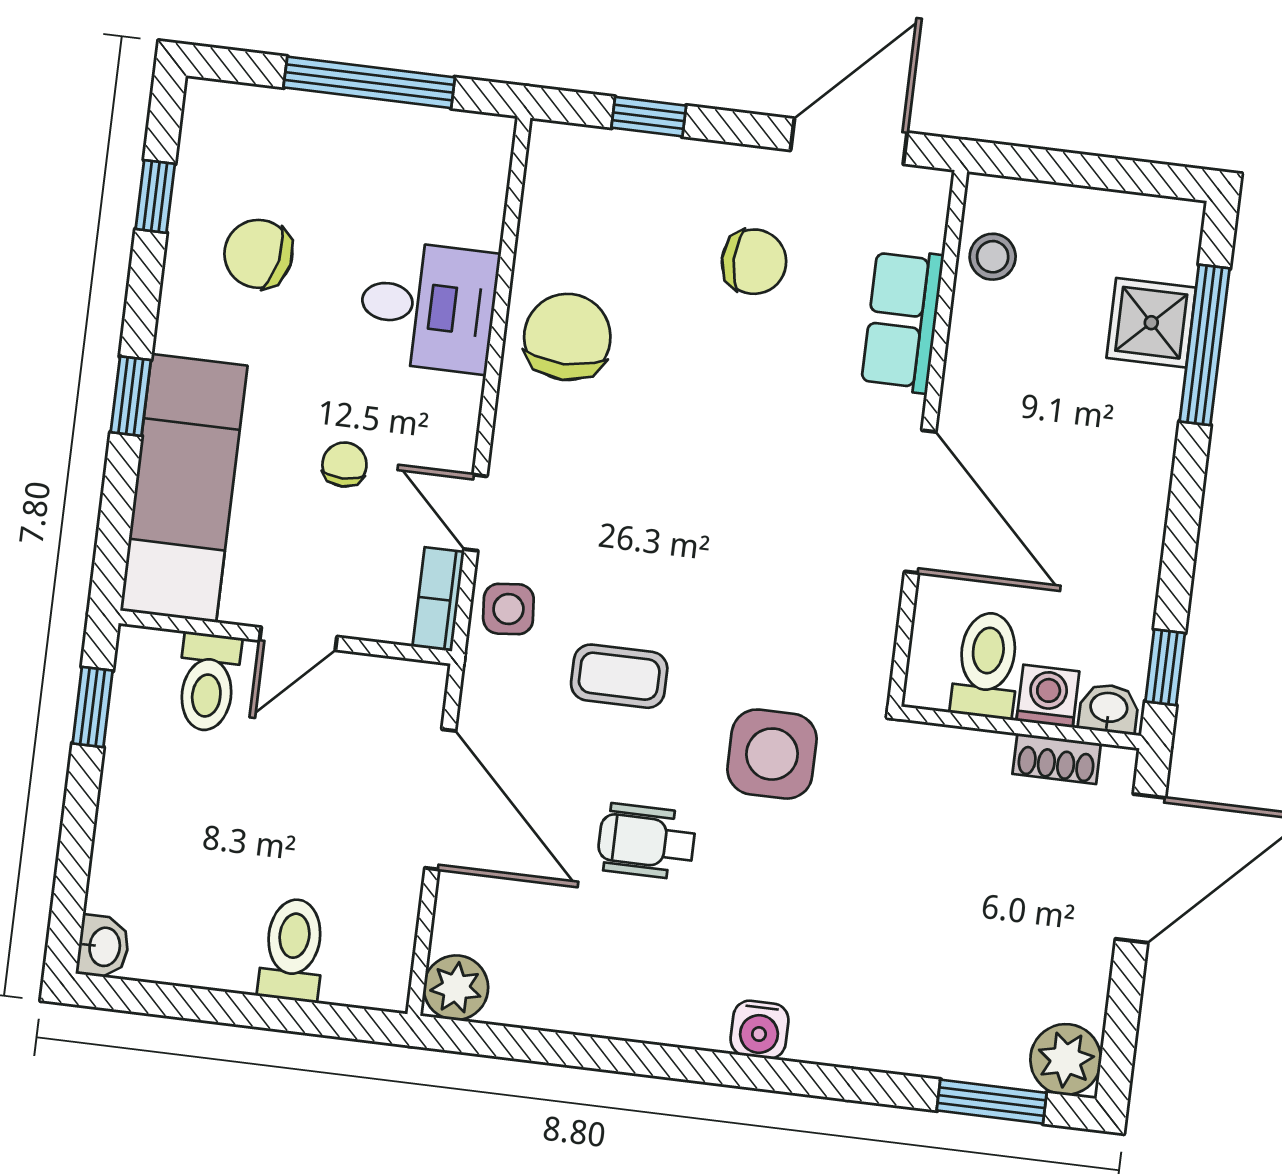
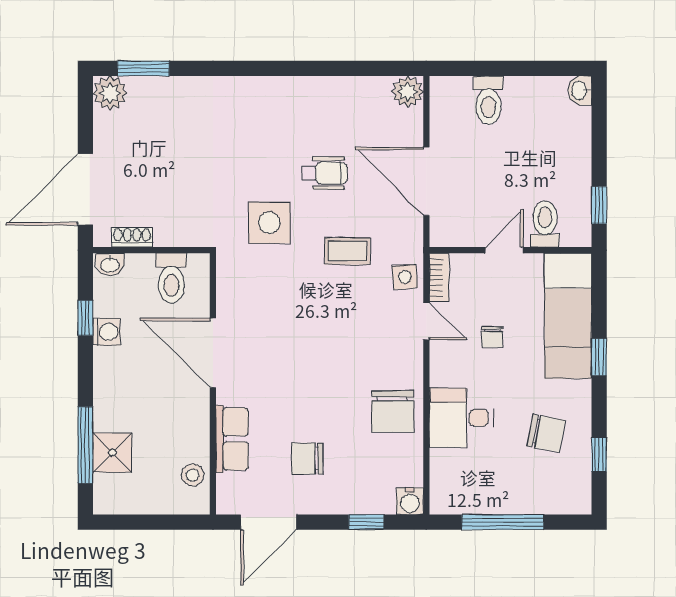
window: (1165, 667) -> (85, 318), moved
washing machine: (1048, 696) -> (107, 332), moved, turned -90
water cooler: (760, 1030) -> (410, 501), moved, turned 180

